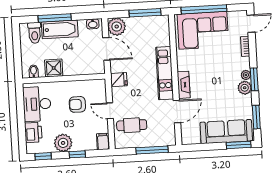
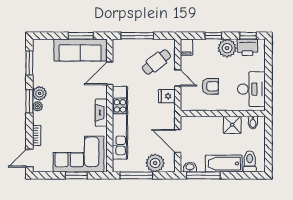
window: (204, 9) -> (76, 175), width x0.47
window: (55, 18) -> (203, 175), moved
plant: (117, 27) -> (155, 163), moved
kitchen unit: (165, 73) -> (120, 123), width x1.36
fridge: (119, 80) -> (167, 96), moved
fireplace: (184, 85) -> (101, 113), moved
cafe table: (132, 125) -> (156, 62), turned -38
printer: (33, 132) -> (247, 47), moved, turned -90
sofa: (226, 132) -> (80, 50), moved
window: (239, 145) -> (81, 36), moved

